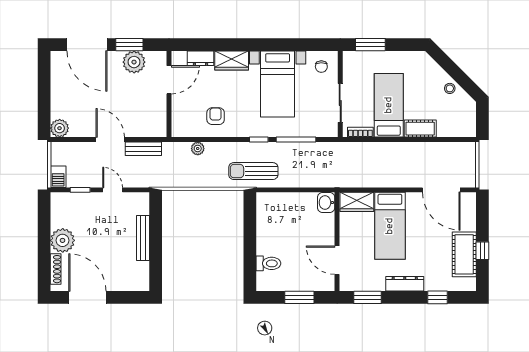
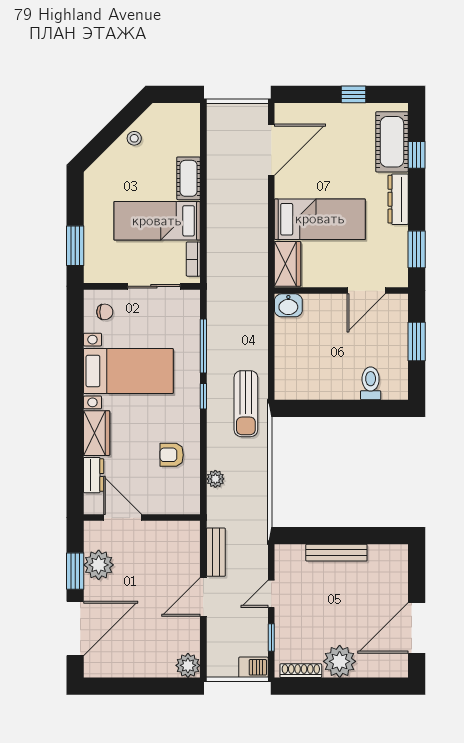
cot: (464, 254) -> (392, 142), moved, turned 90
shoe rack: (56, 269) -> (301, 671), moved

